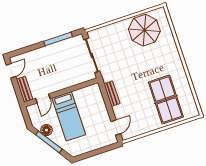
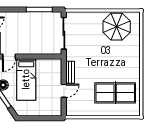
table tennis table: (166, 99) -> (115, 93), turned 90
door: (116, 128) -> (64, 91), moved

